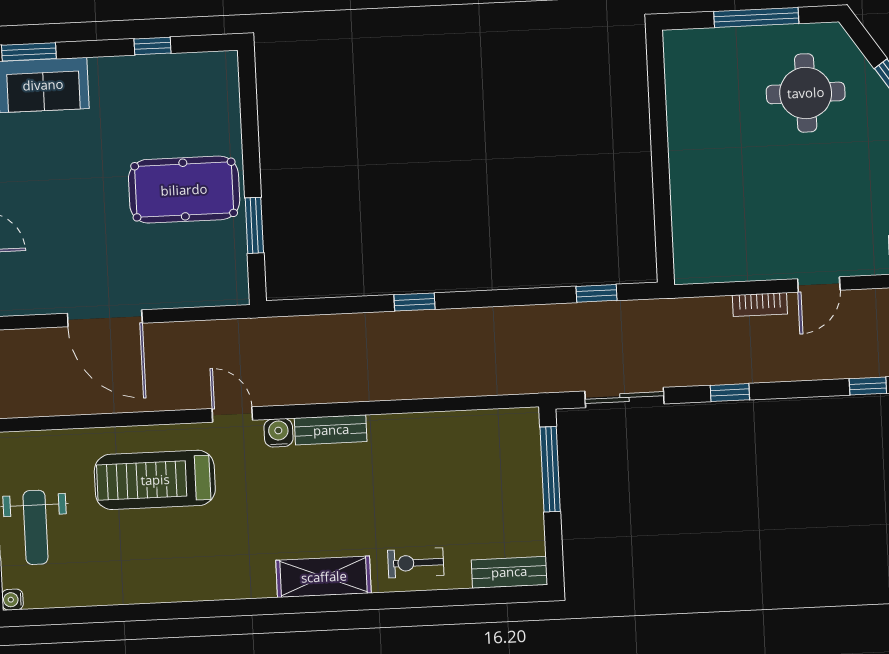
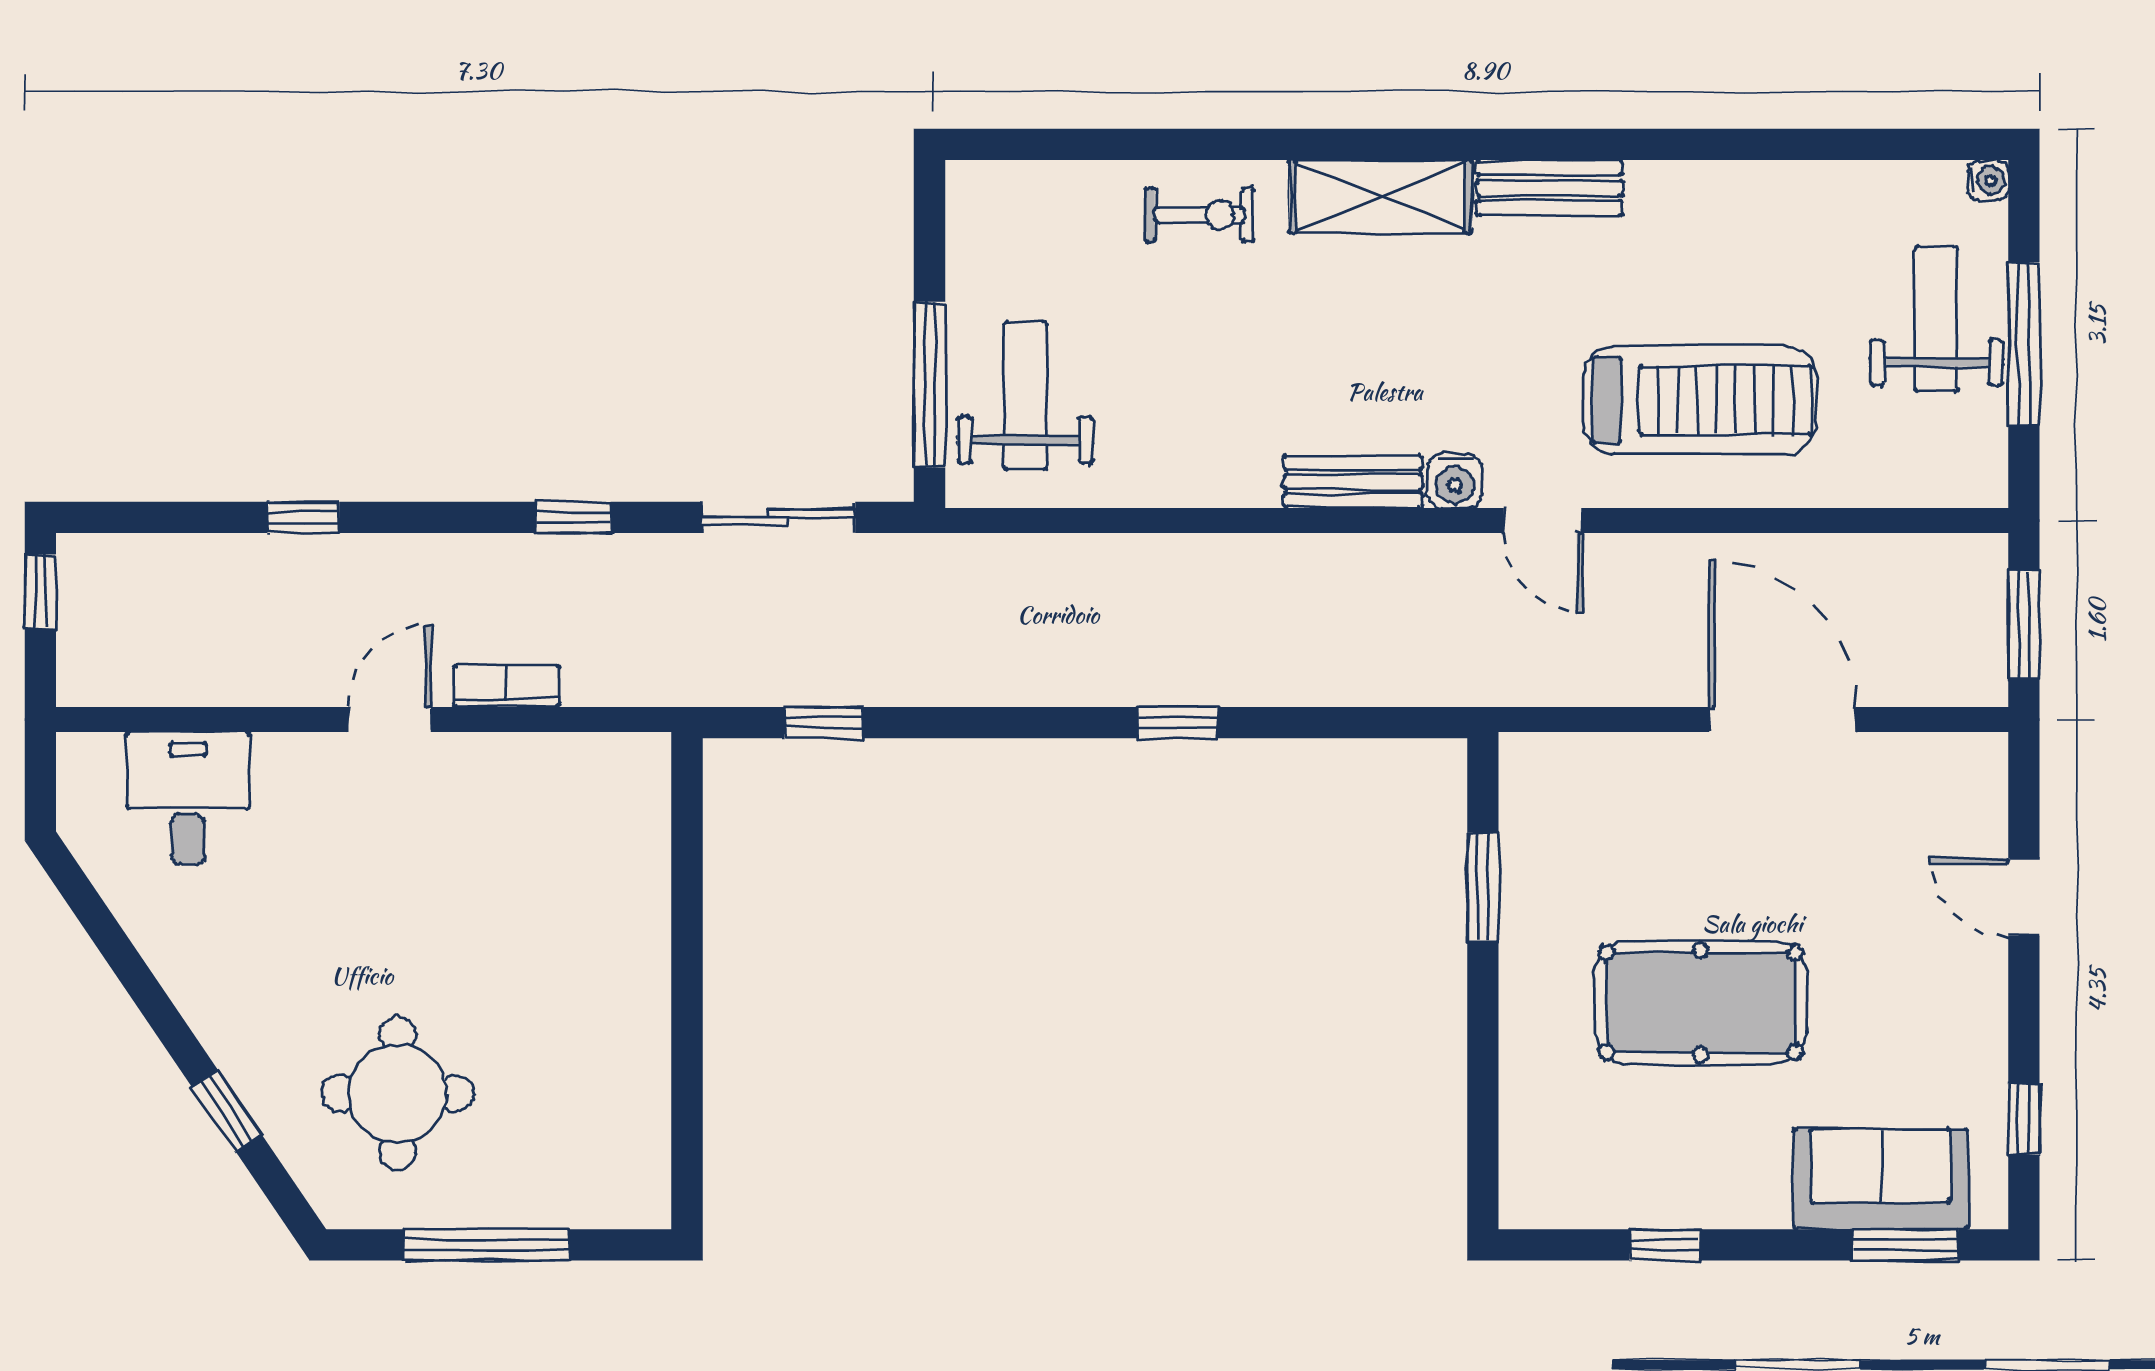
pool table: (184, 190) -> (1701, 1002), moved
weight bench: (501, 466) -> (1025, 396), added
bench: (509, 572) -> (1550, 188), moved

